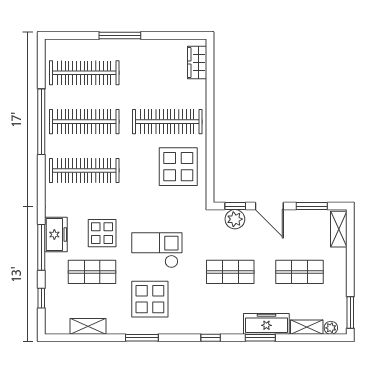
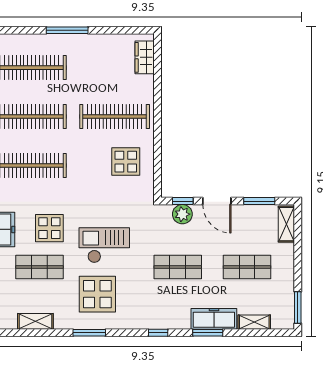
display table: (178, 167) -> (126, 162), width x0.73, depth x0.73
plant: (331, 328) -> (278, 323), removed

